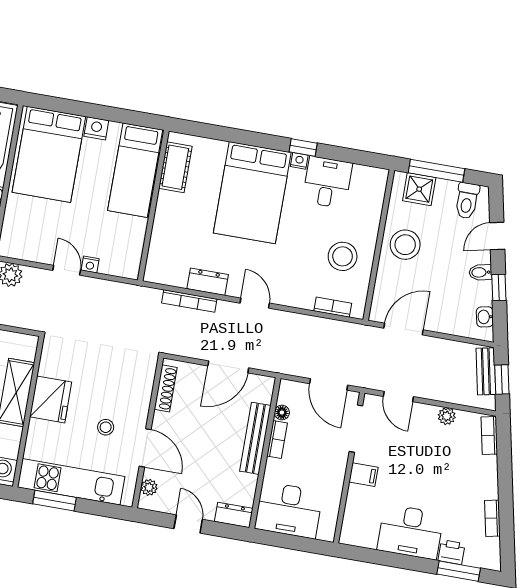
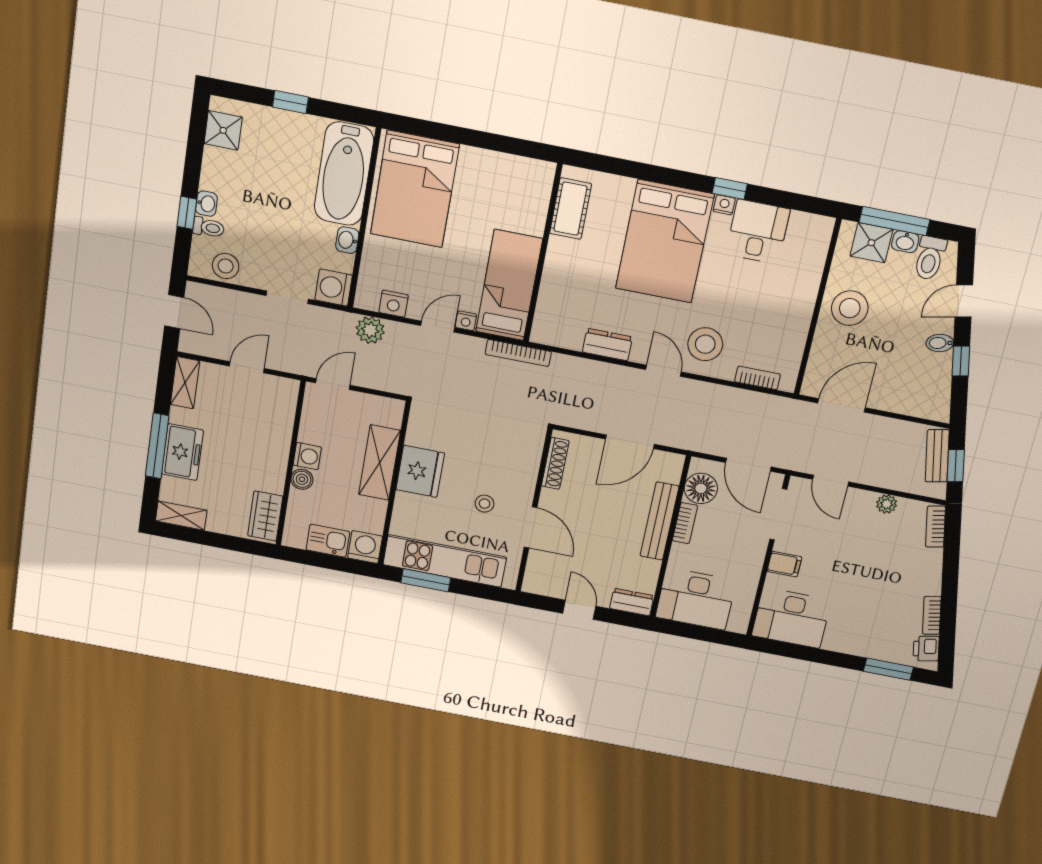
nightstand: (96, 128) -> (394, 304), moved, turned 180
bed: (135, 170) -> (509, 285), moved, turned 180
stool: (343, 256) -> (705, 344), moved
door: (67, 270) -> (438, 327), hinge flipped
bookcase: (189, 301) -> (518, 353), moved
washbasin: (485, 317) -> (905, 242), moved, turned -78
floor lamp: (282, 413) -> (701, 488), width x1.89, depth x1.89
plant: (149, 487) -> (535, 570), removed
desk: (411, 532) -> (791, 618), moved
printer: (452, 552) -> (926, 649), moved, turned -102

